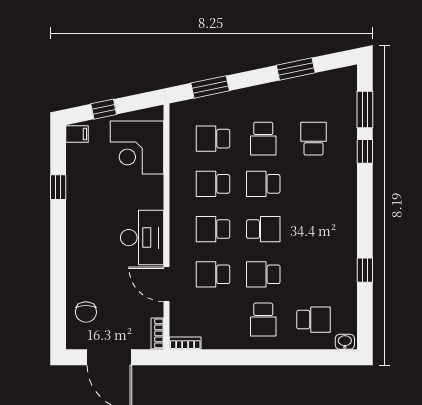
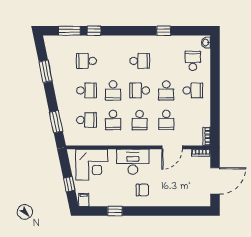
school desk: (213, 139) -> (86, 120), turned -90
school desk: (263, 229) -> (140, 90), turned -90
school desk: (314, 229) -> (140, 61), added
desk: (142, 238) -> (133, 162), moved
chair: (86, 312) -> (142, 190), moved

